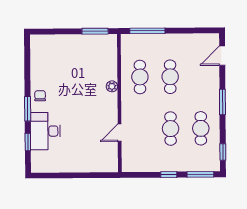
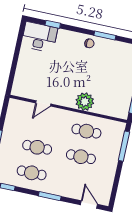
plant: (112, 86) -> (85, 102), width x1.88, depth x1.88
window: (28, 109) -> (105, 36), moved
desk: (45, 131) -> (39, 37), moved
door: (120, 133) -> (43, 103), swing flipped

